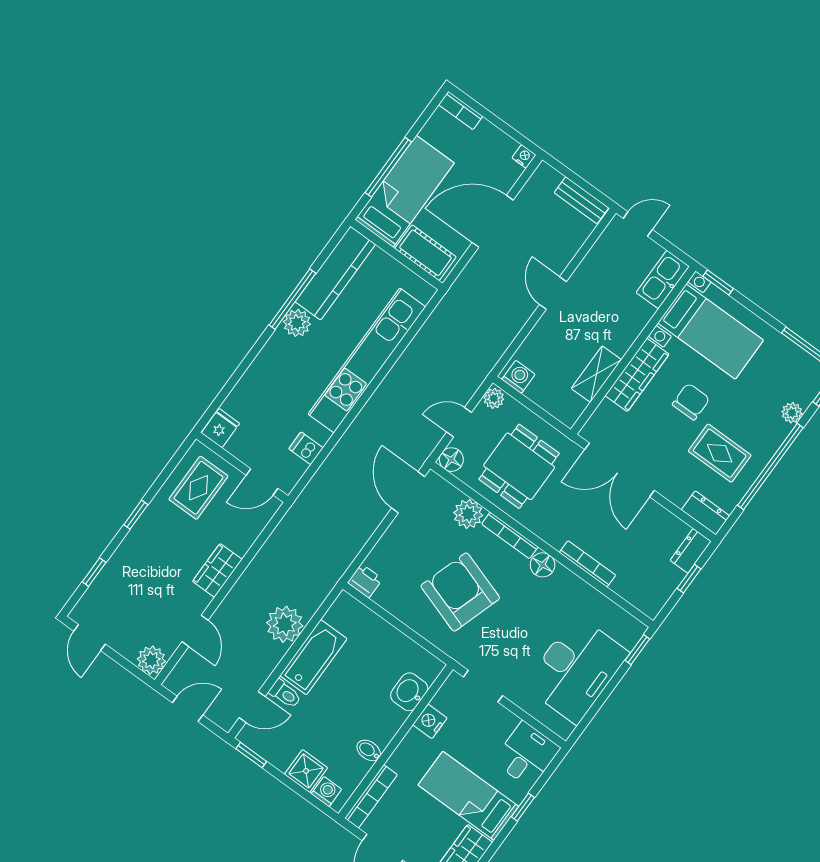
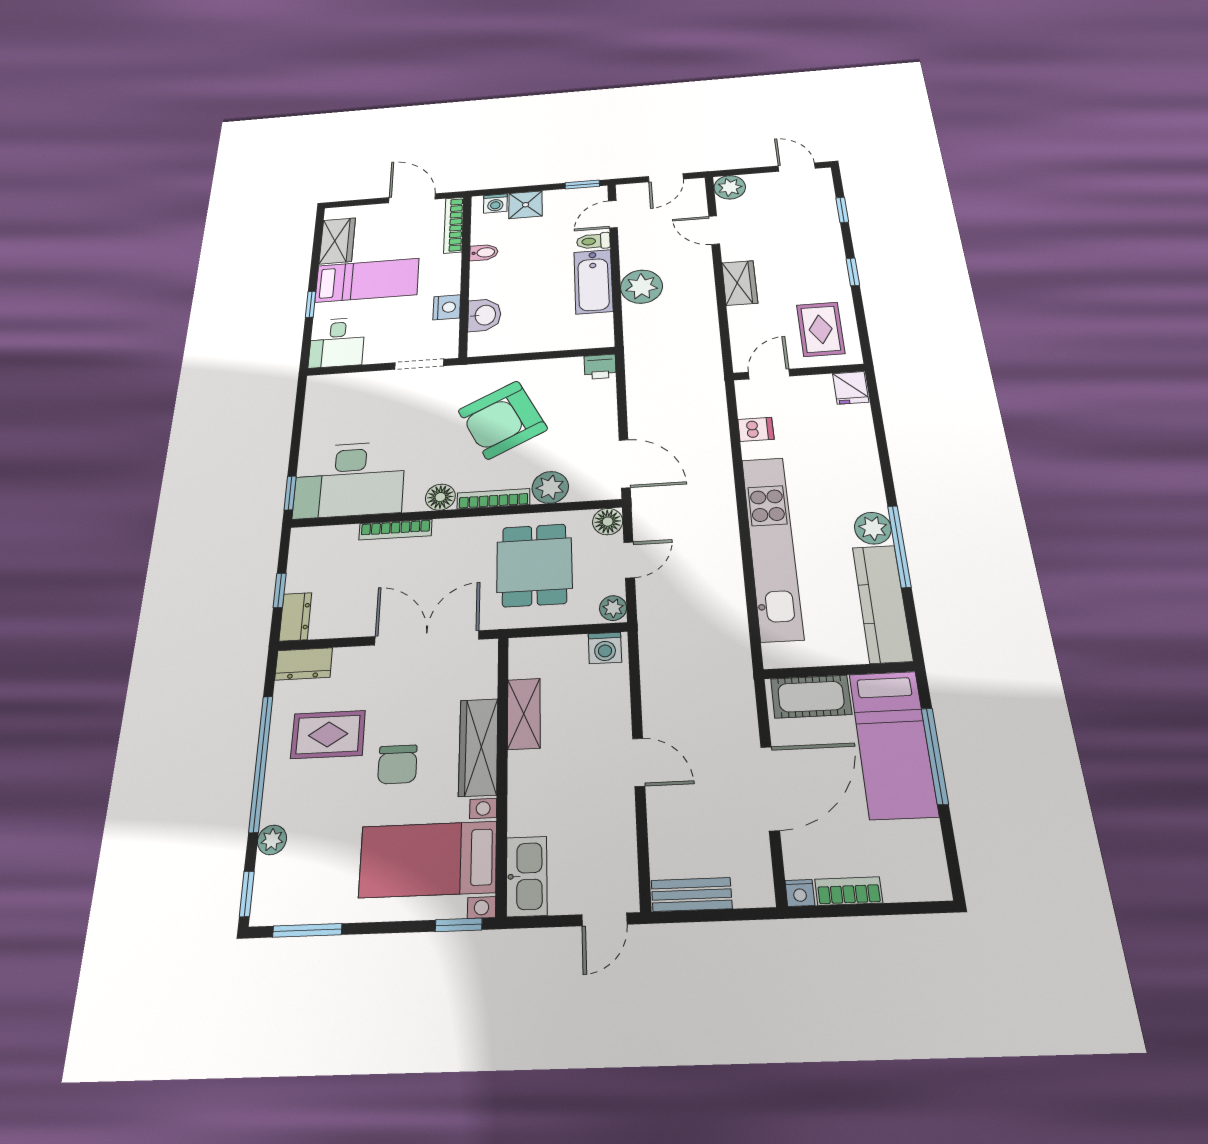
bookcase: (461, 110) -> (849, 891), moved
armchair: (460, 592) -> (503, 420), turned 135
desk: (576, 669) -> (349, 480), moved, turned -90

